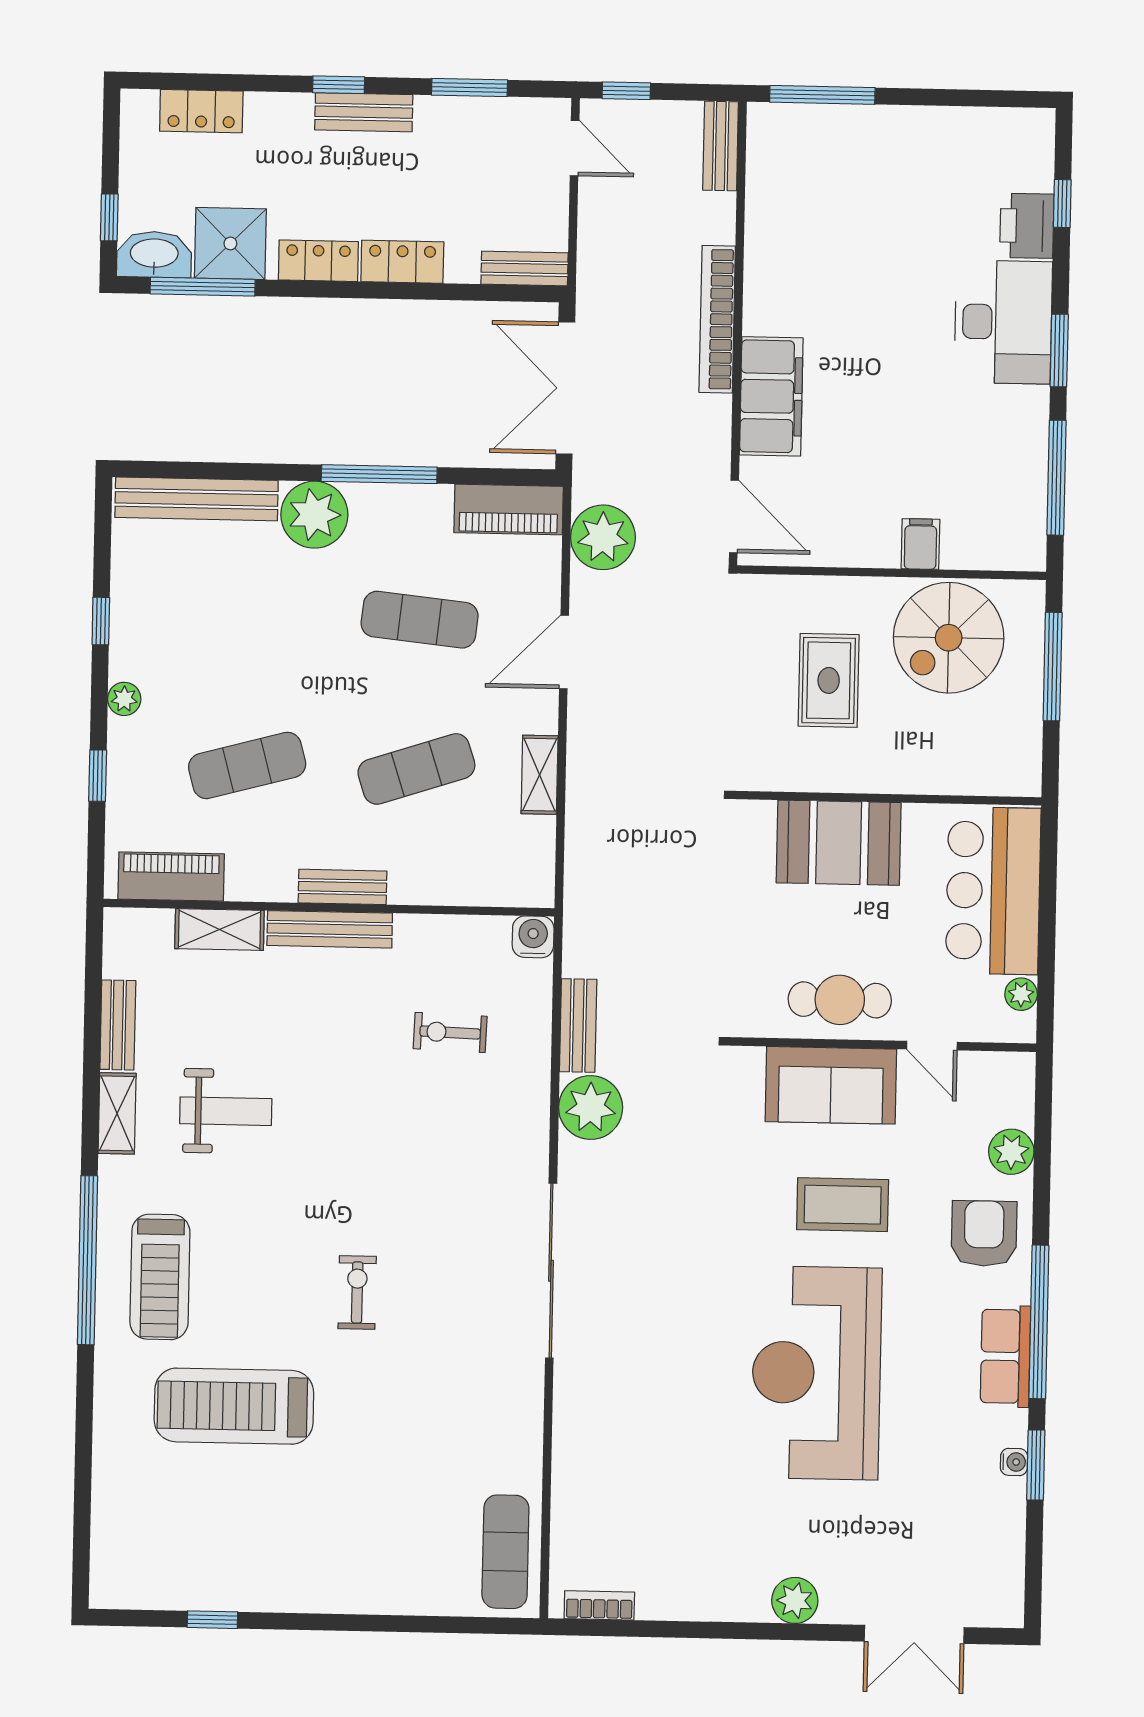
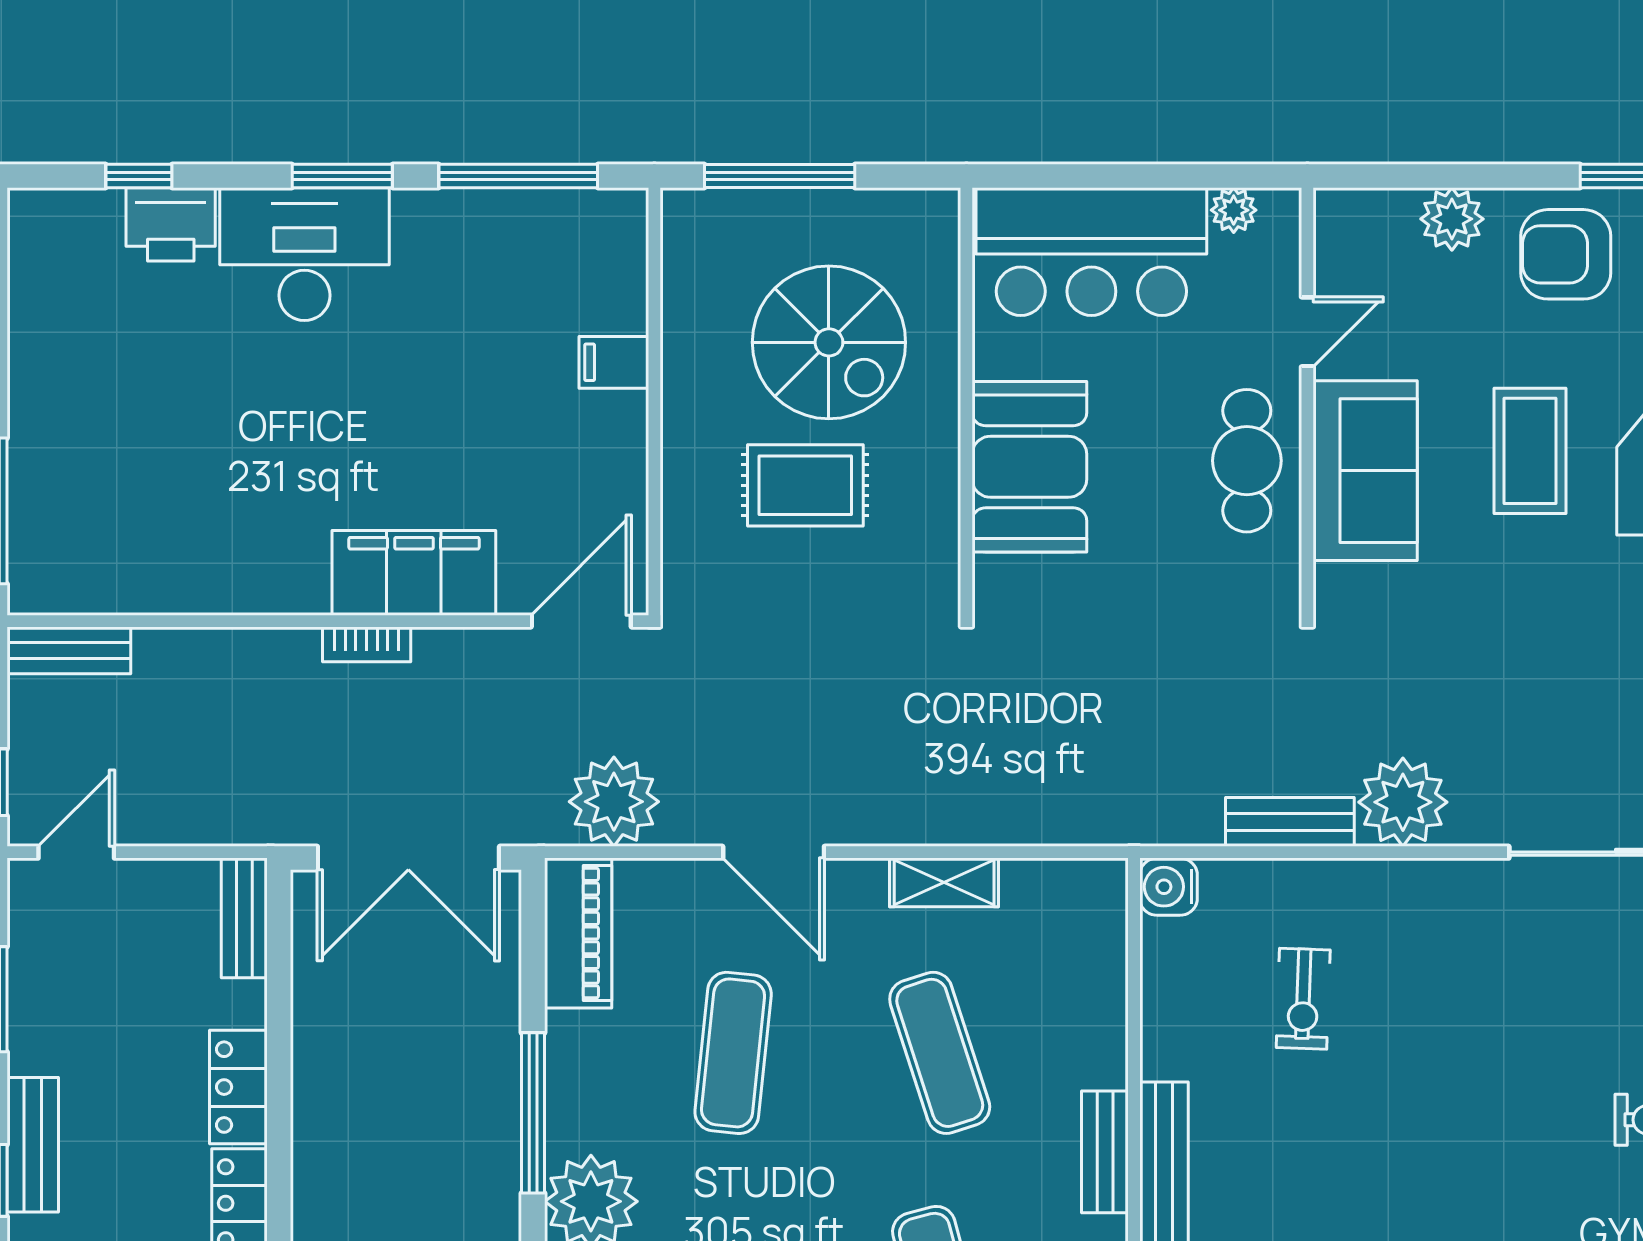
bookcase: (717, 319) -> (367, 644), width x0.43, depth x0.76
spiral stairs: (949, 638) -> (829, 342), moved

